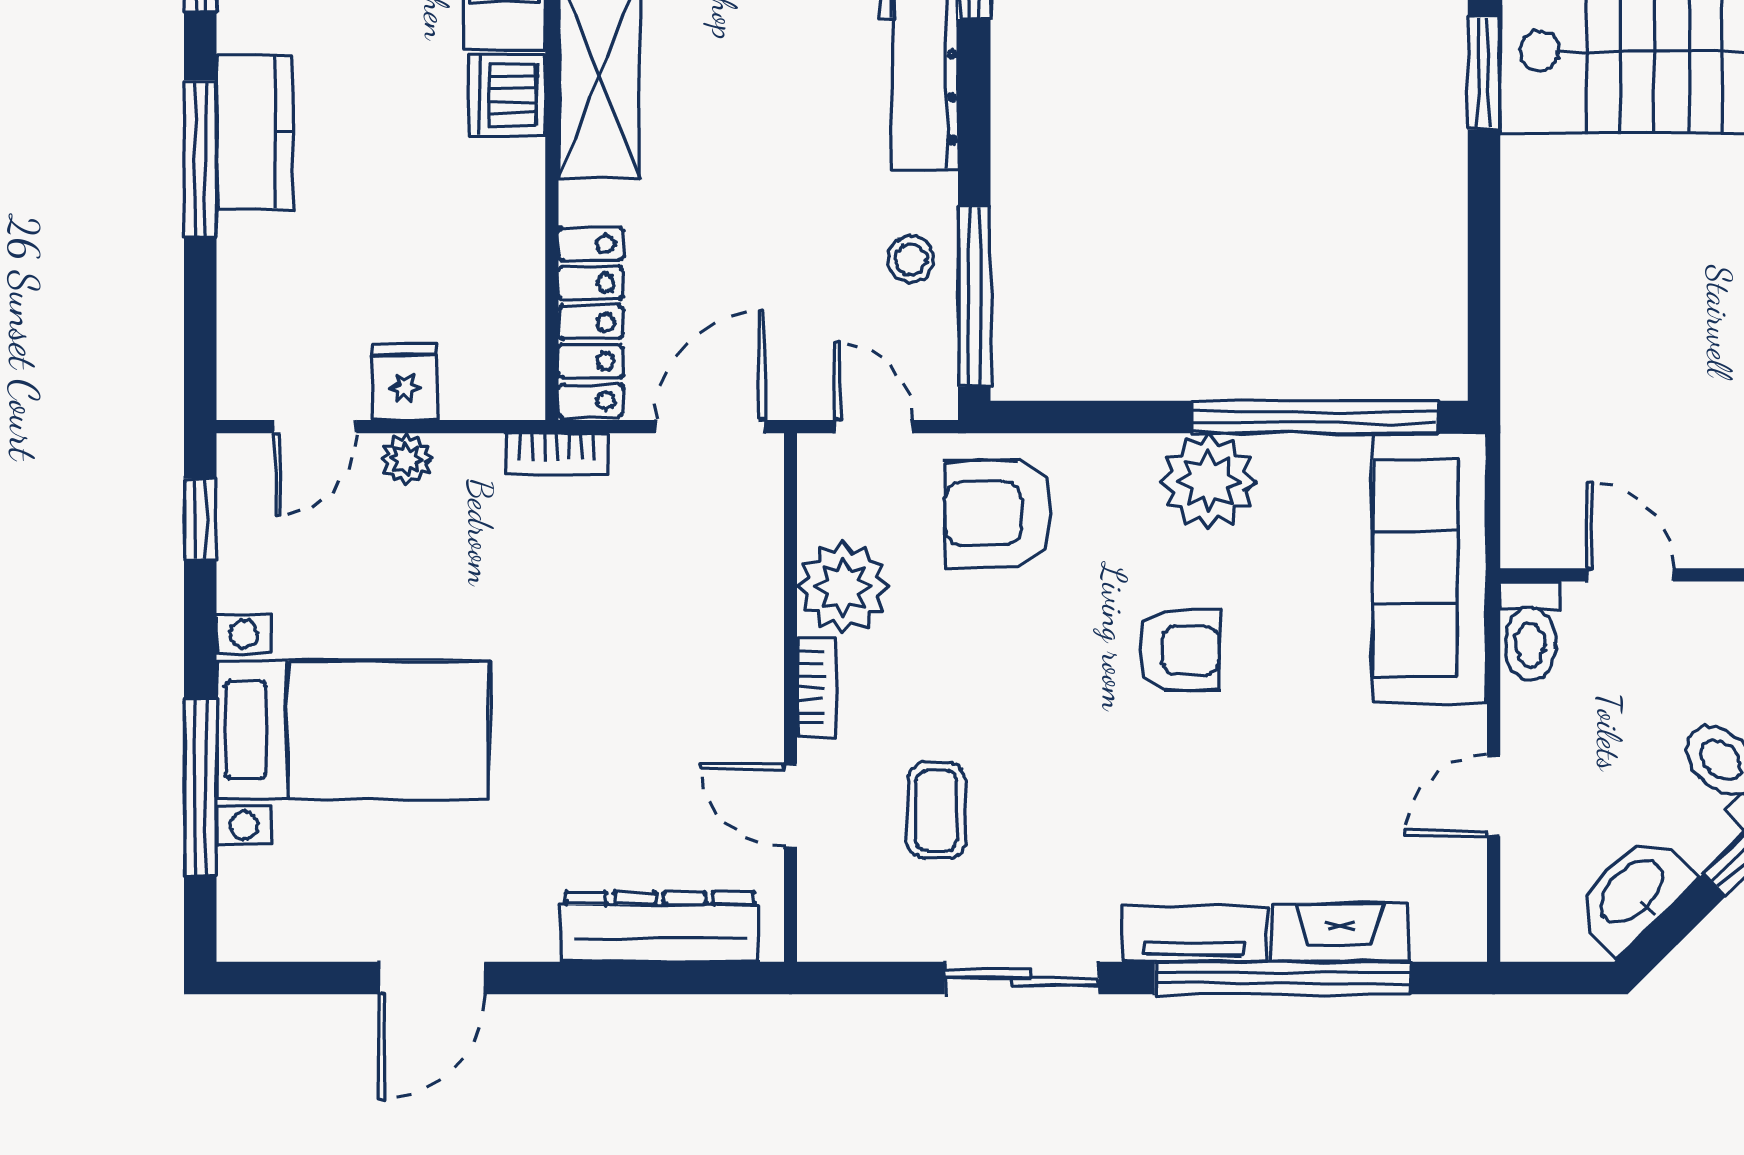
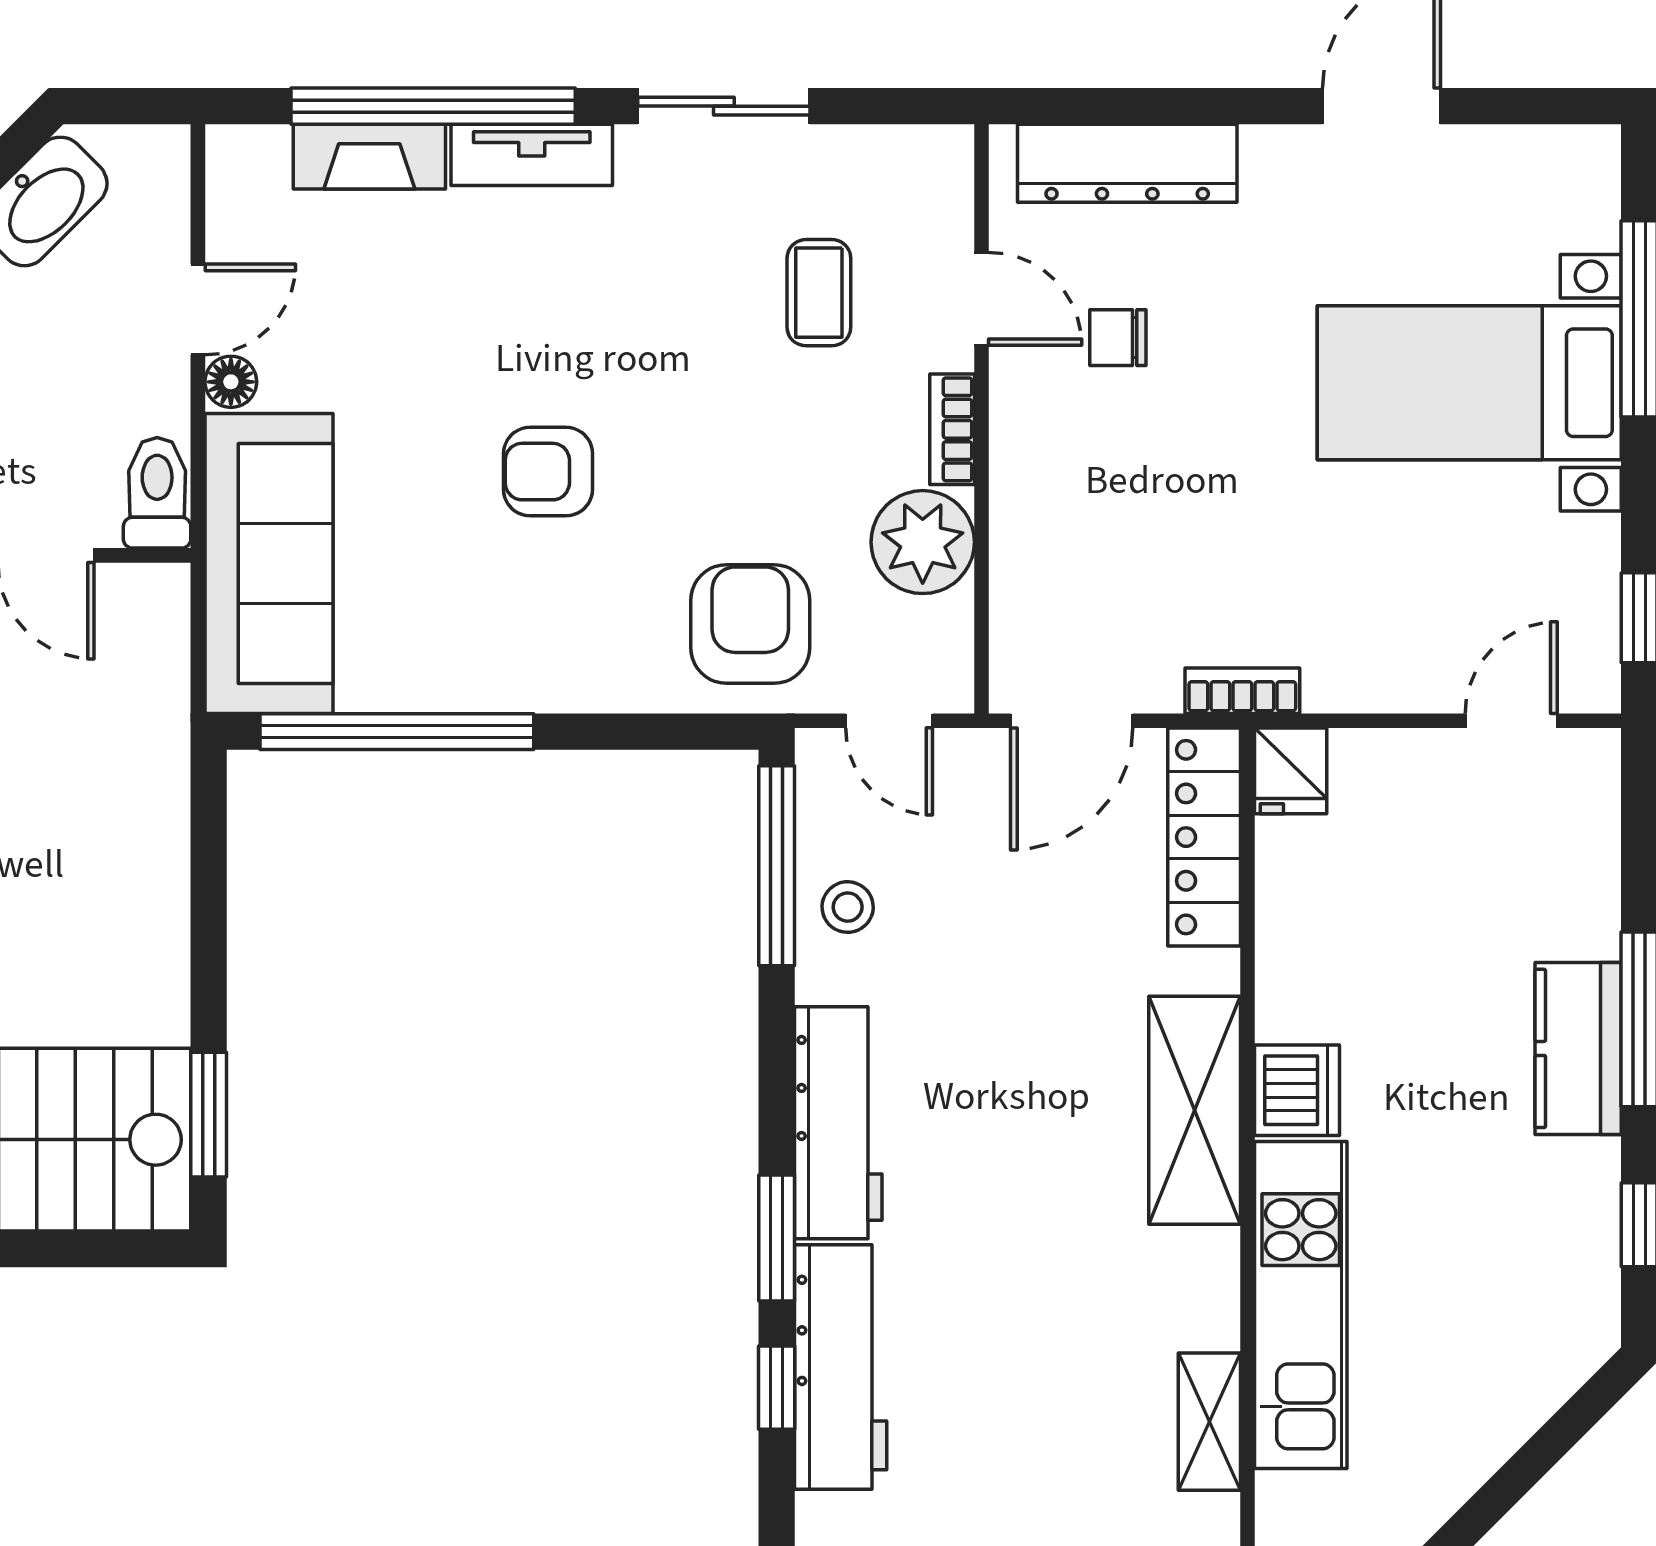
fridge: (405, 382) -> (1291, 771), moved
plant: (406, 459) -> (1410, 685), removed
plant: (1208, 481) -> (516, 660), removed
armchair: (998, 513) -> (750, 624), turned -89
floor lamp: (1464, 731) -> (231, 382), added
chair: (668, 770) -> (1118, 338), added

